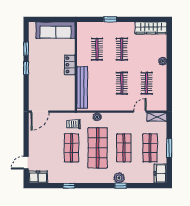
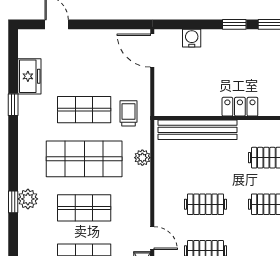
water cooler: (33, 91) -> (192, 38), added
freezer: (38, 177) -> (29, 76), moved

